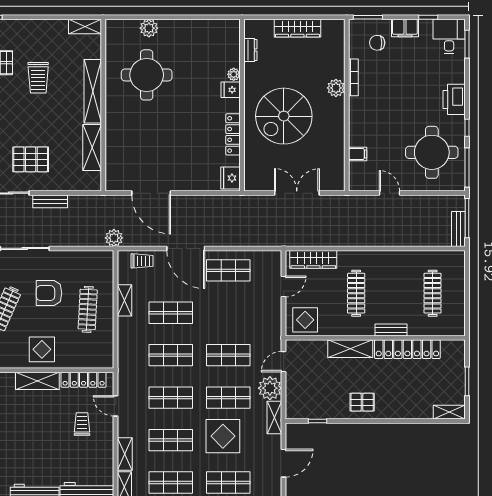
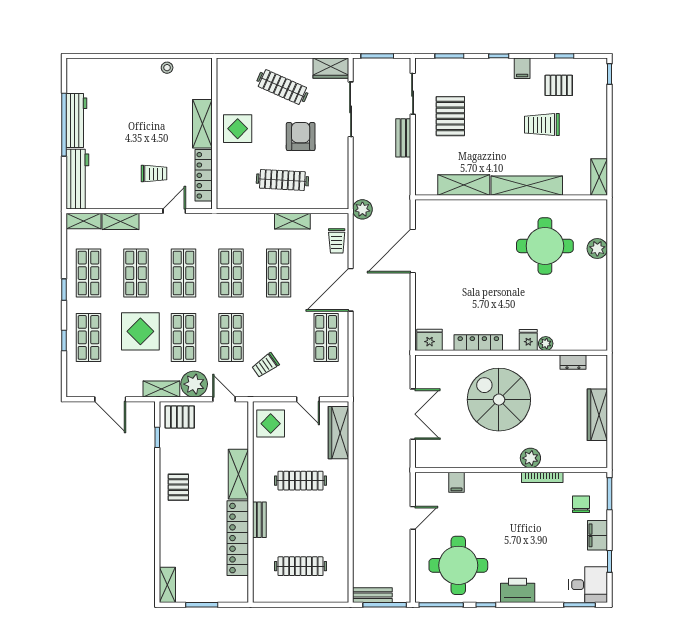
trolley: (253, 325) -> (265, 365), added
pallet: (299, 401) -> (180, 417), added

